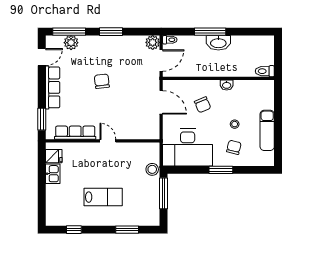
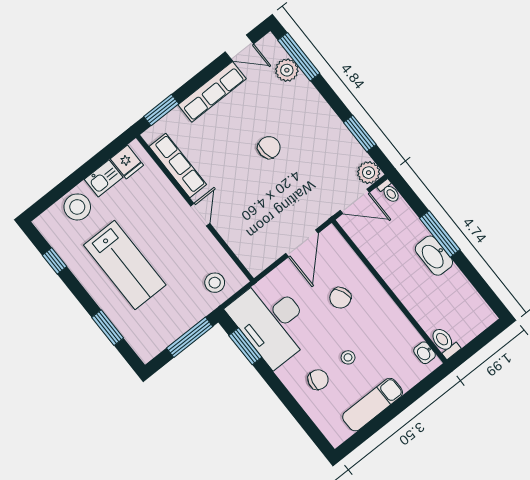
window: (111, 32) -> (360, 133), moved
washbasin: (227, 85) -> (425, 353), moved
stool: (152, 169) -> (215, 283), moved
window: (221, 170) -> (245, 346), moved
lab bench: (103, 197) -> (125, 265), width x1.36, depth x1.39
stool: (56, 198) -> (77, 207), added

